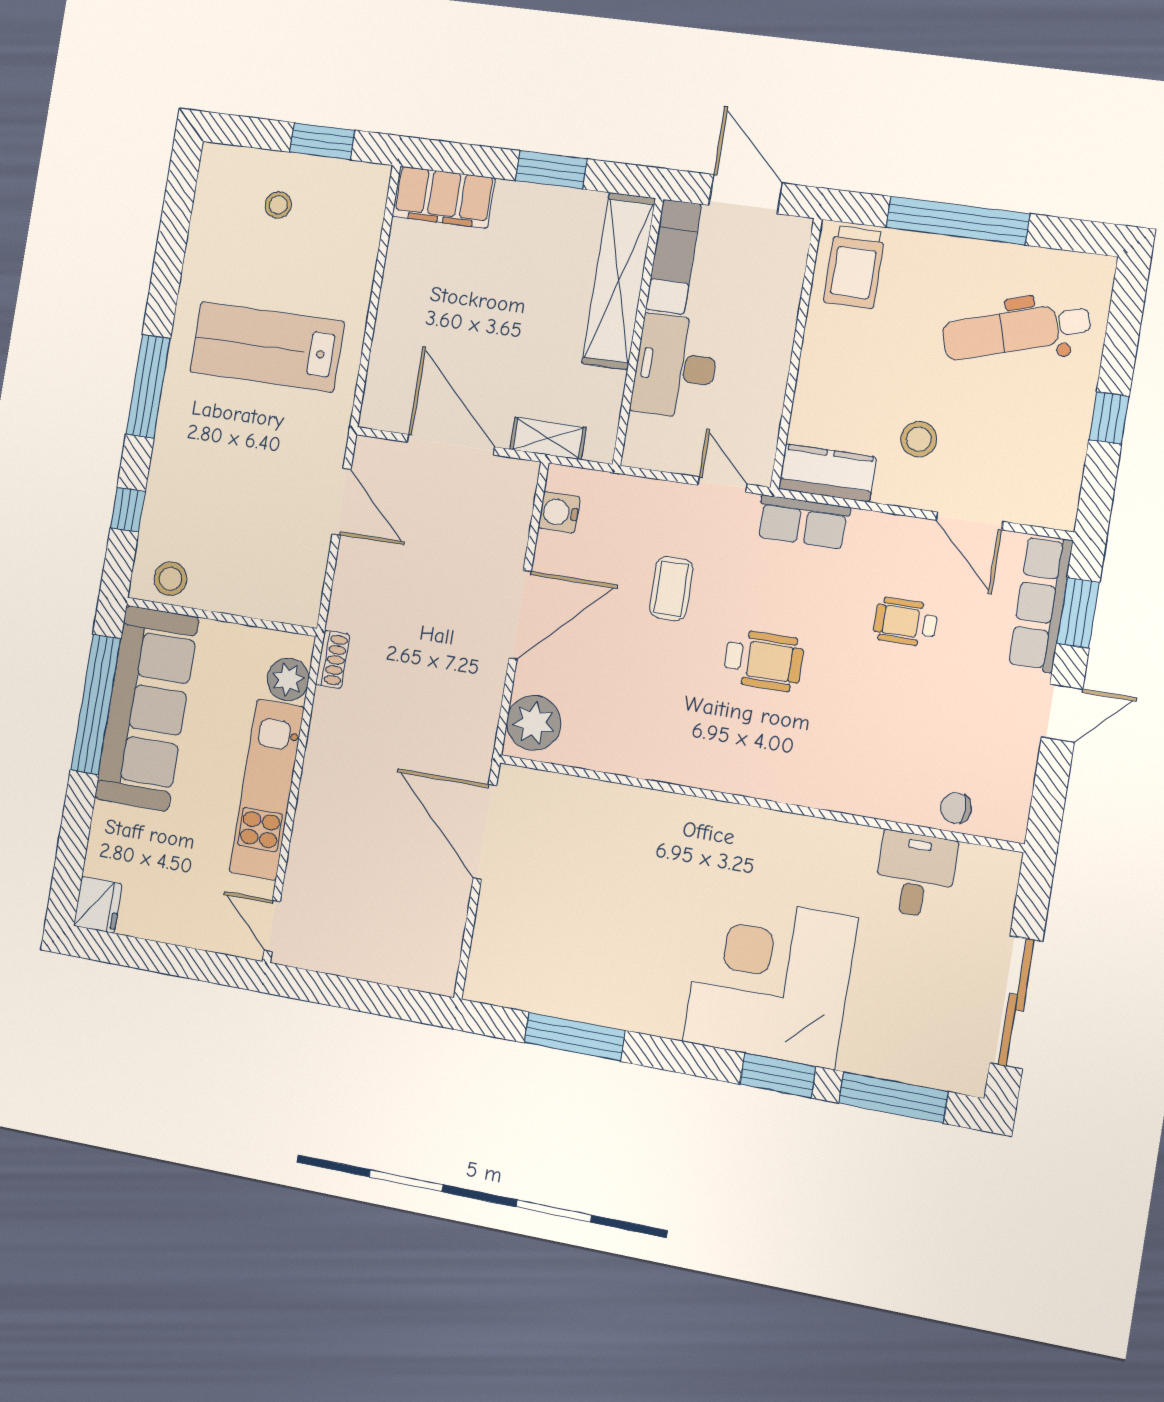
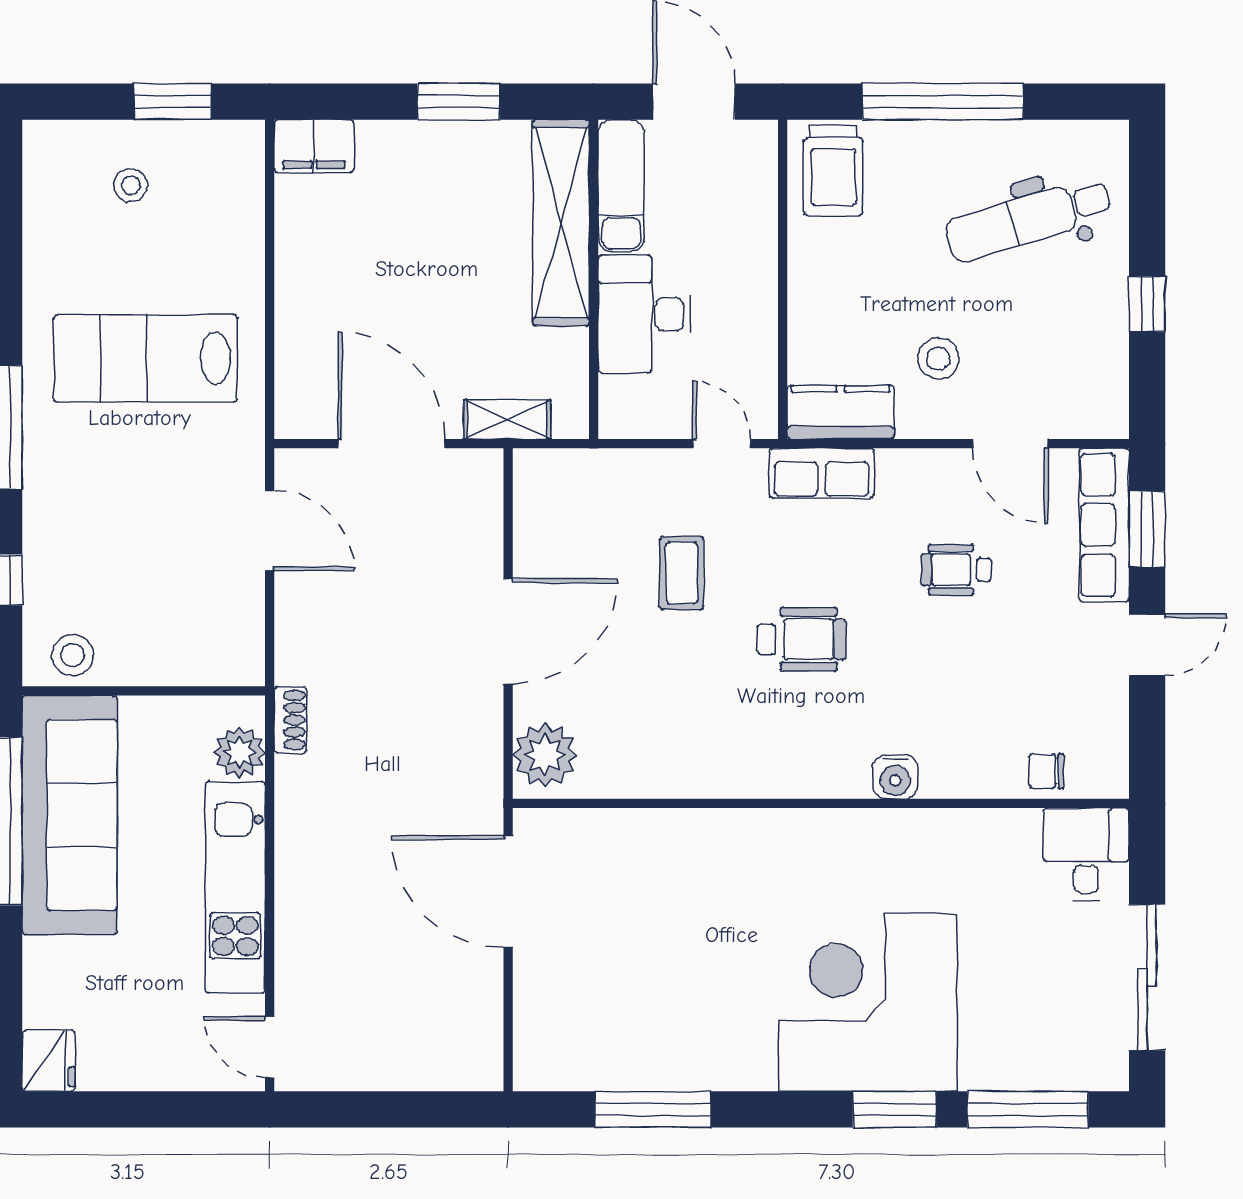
filing cabinet: (444, 197) -> (314, 146), width x0.67, depth x0.86
water cooler: (559, 512) -> (895, 777), moved, turned -90
desk: (915, 875) -> (1086, 854), moved

